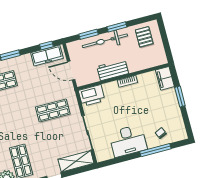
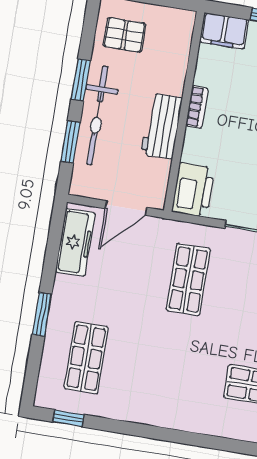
window: (46, 45) -> (55, 234), removed

